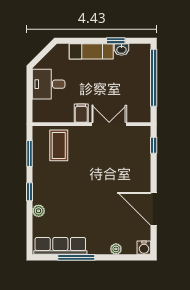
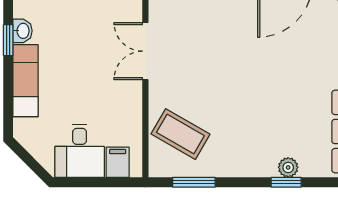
filing cabinet: (81, 113) -> (118, 162), moved, turned 90
coffee table: (59, 145) -> (180, 134), turned 30
window: (29, 192) -> (286, 182), moved

